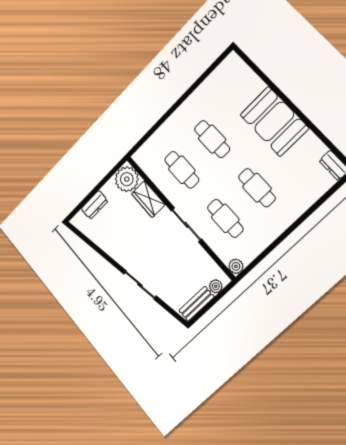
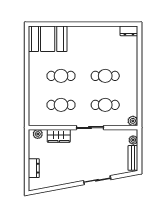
booth: (274, 121) -> (48, 39), moved
plant: (127, 179) -> (38, 134), width x0.53, depth x0.53

